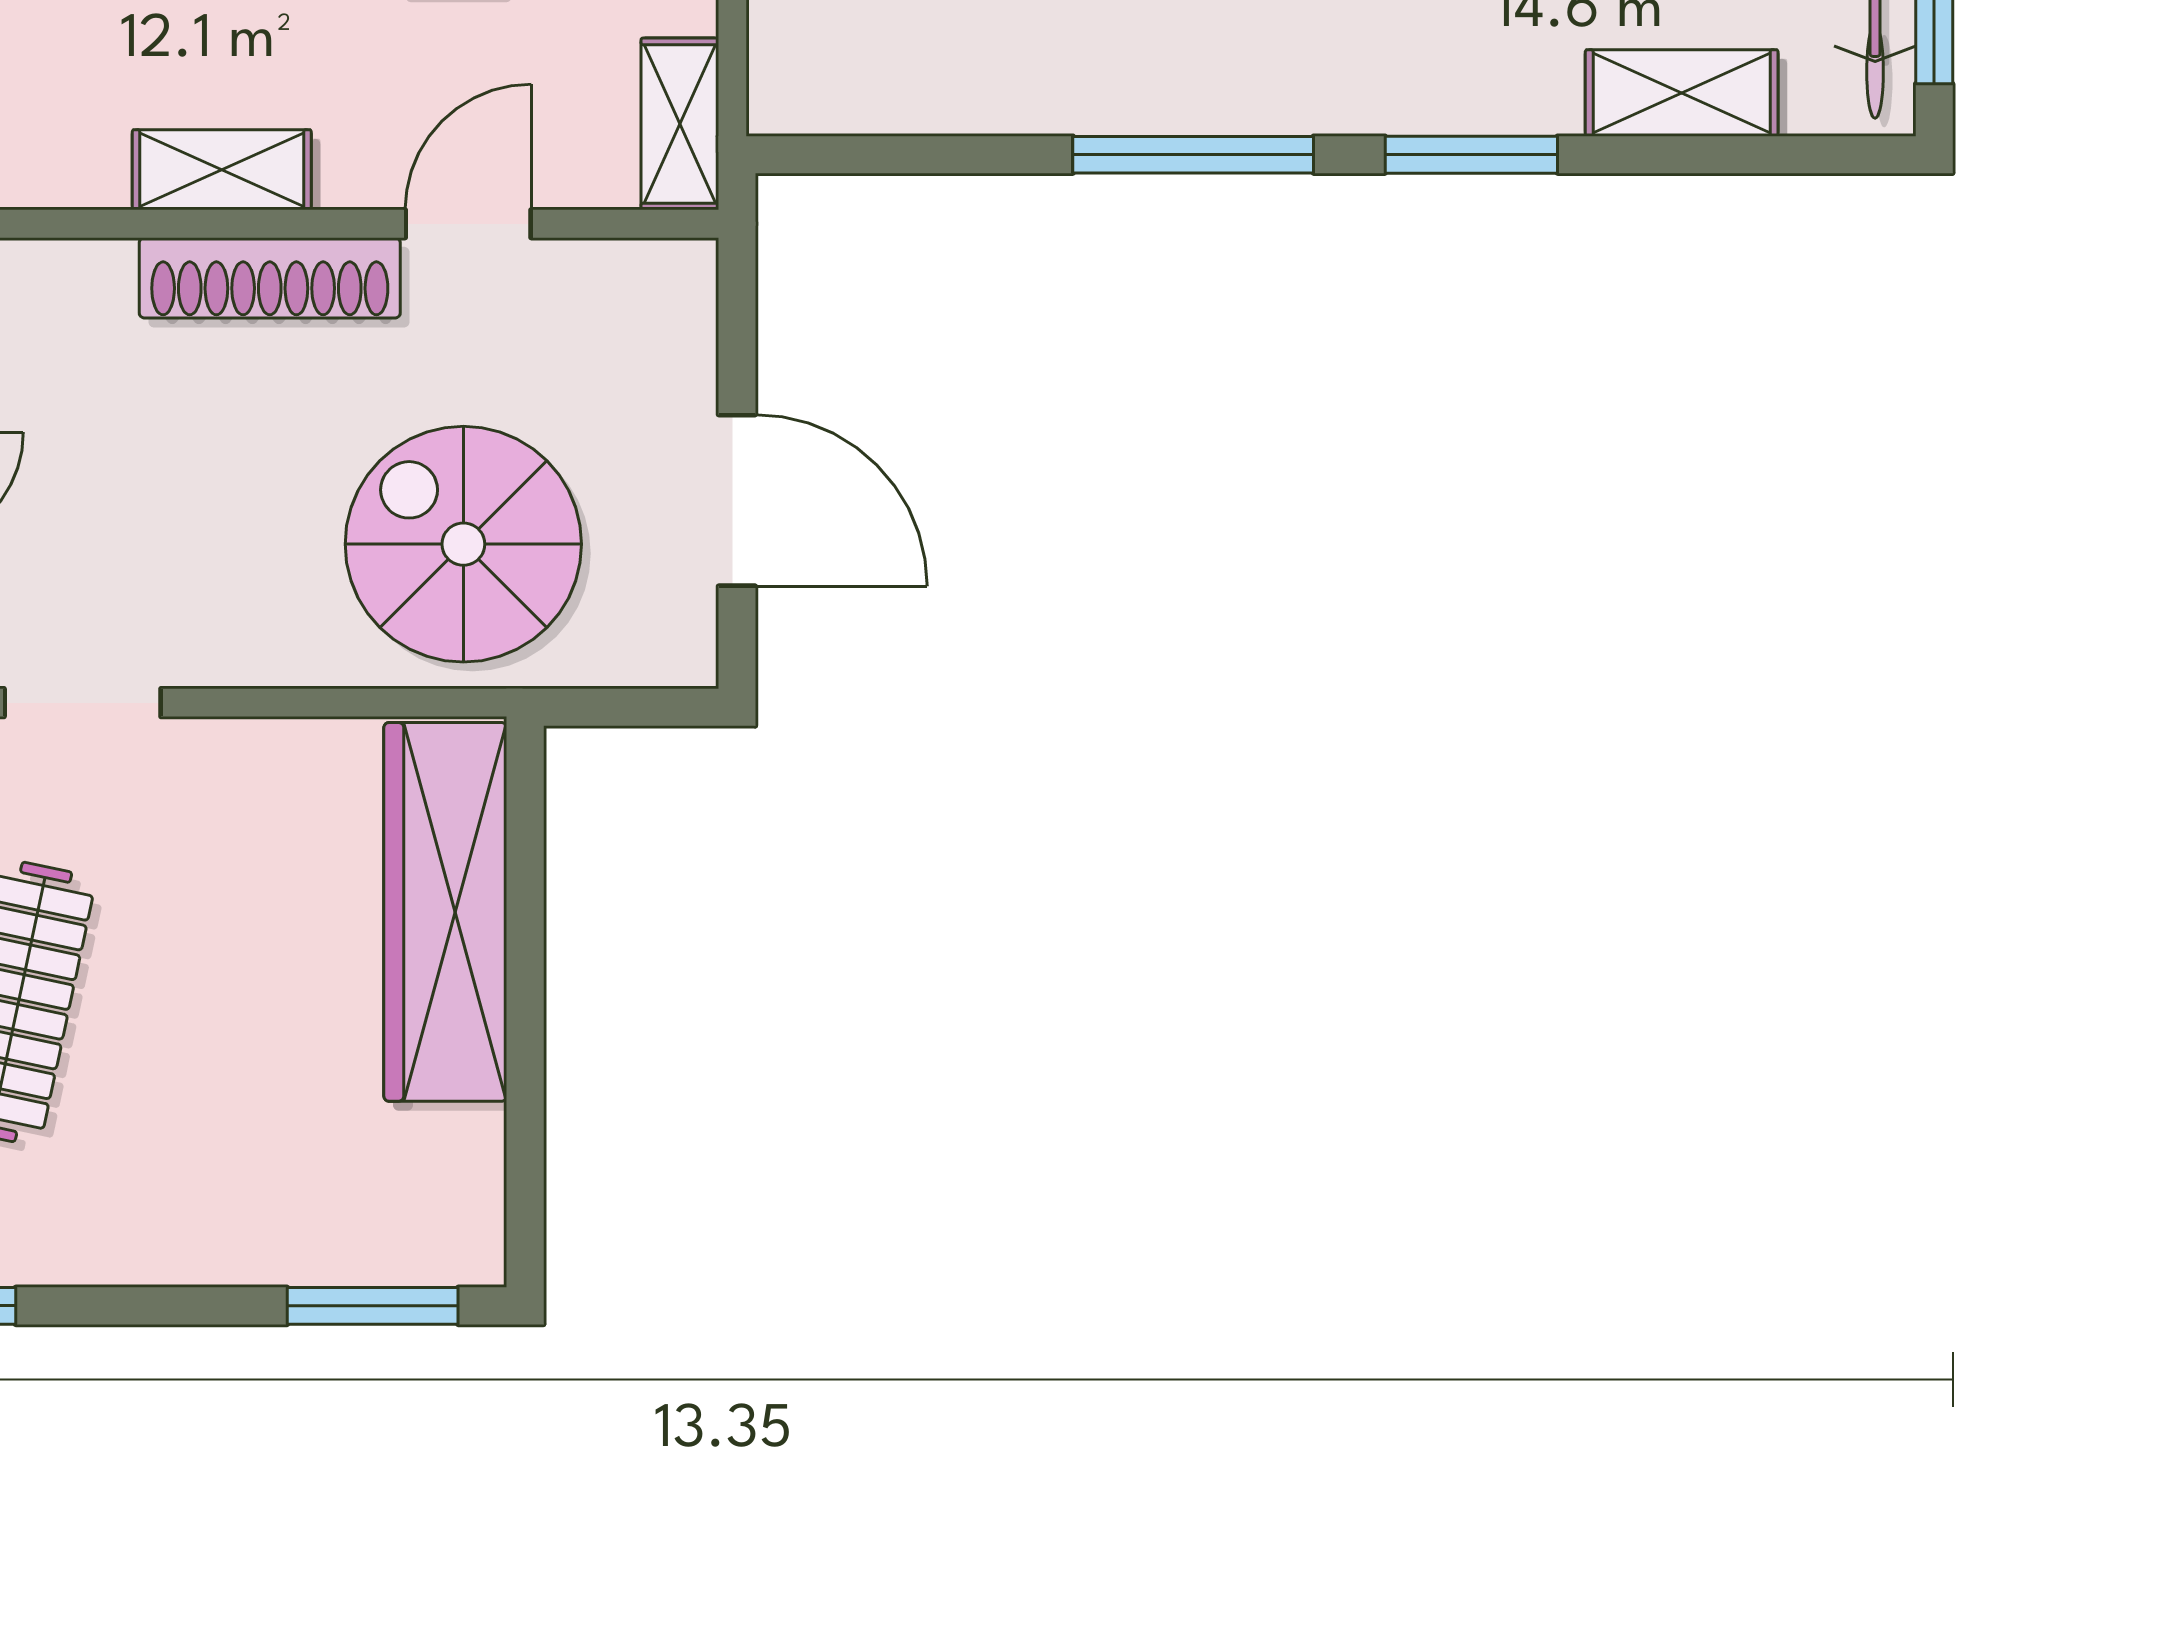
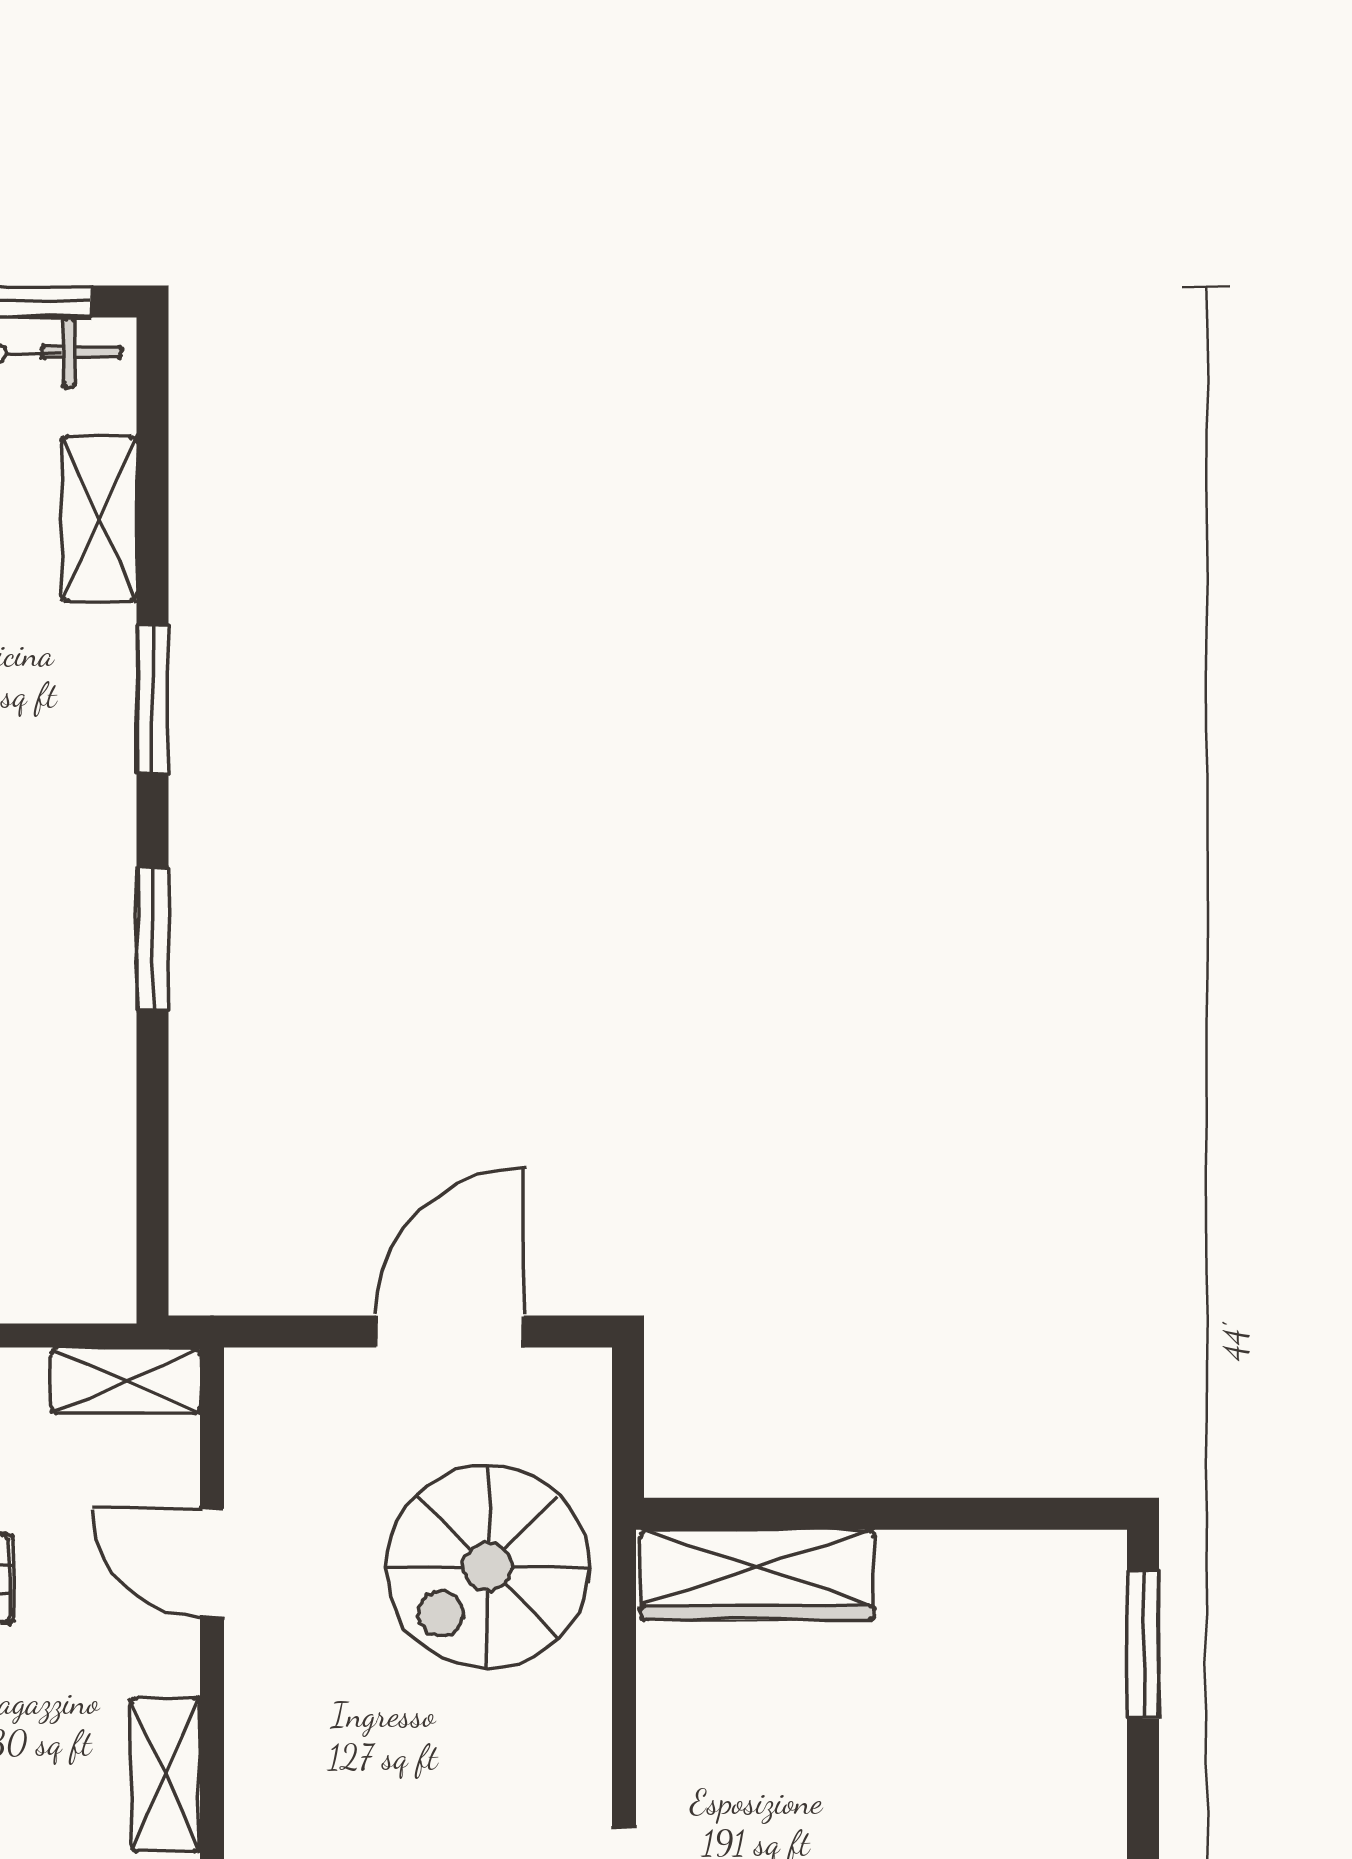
window: (1193, 155) -> (153, 939), width x0.69
shoe rack: (270, 278) -> (259, 1733), removed
wardrobe: (445, 912) -> (757, 1575), width x0.71, depth x0.85

